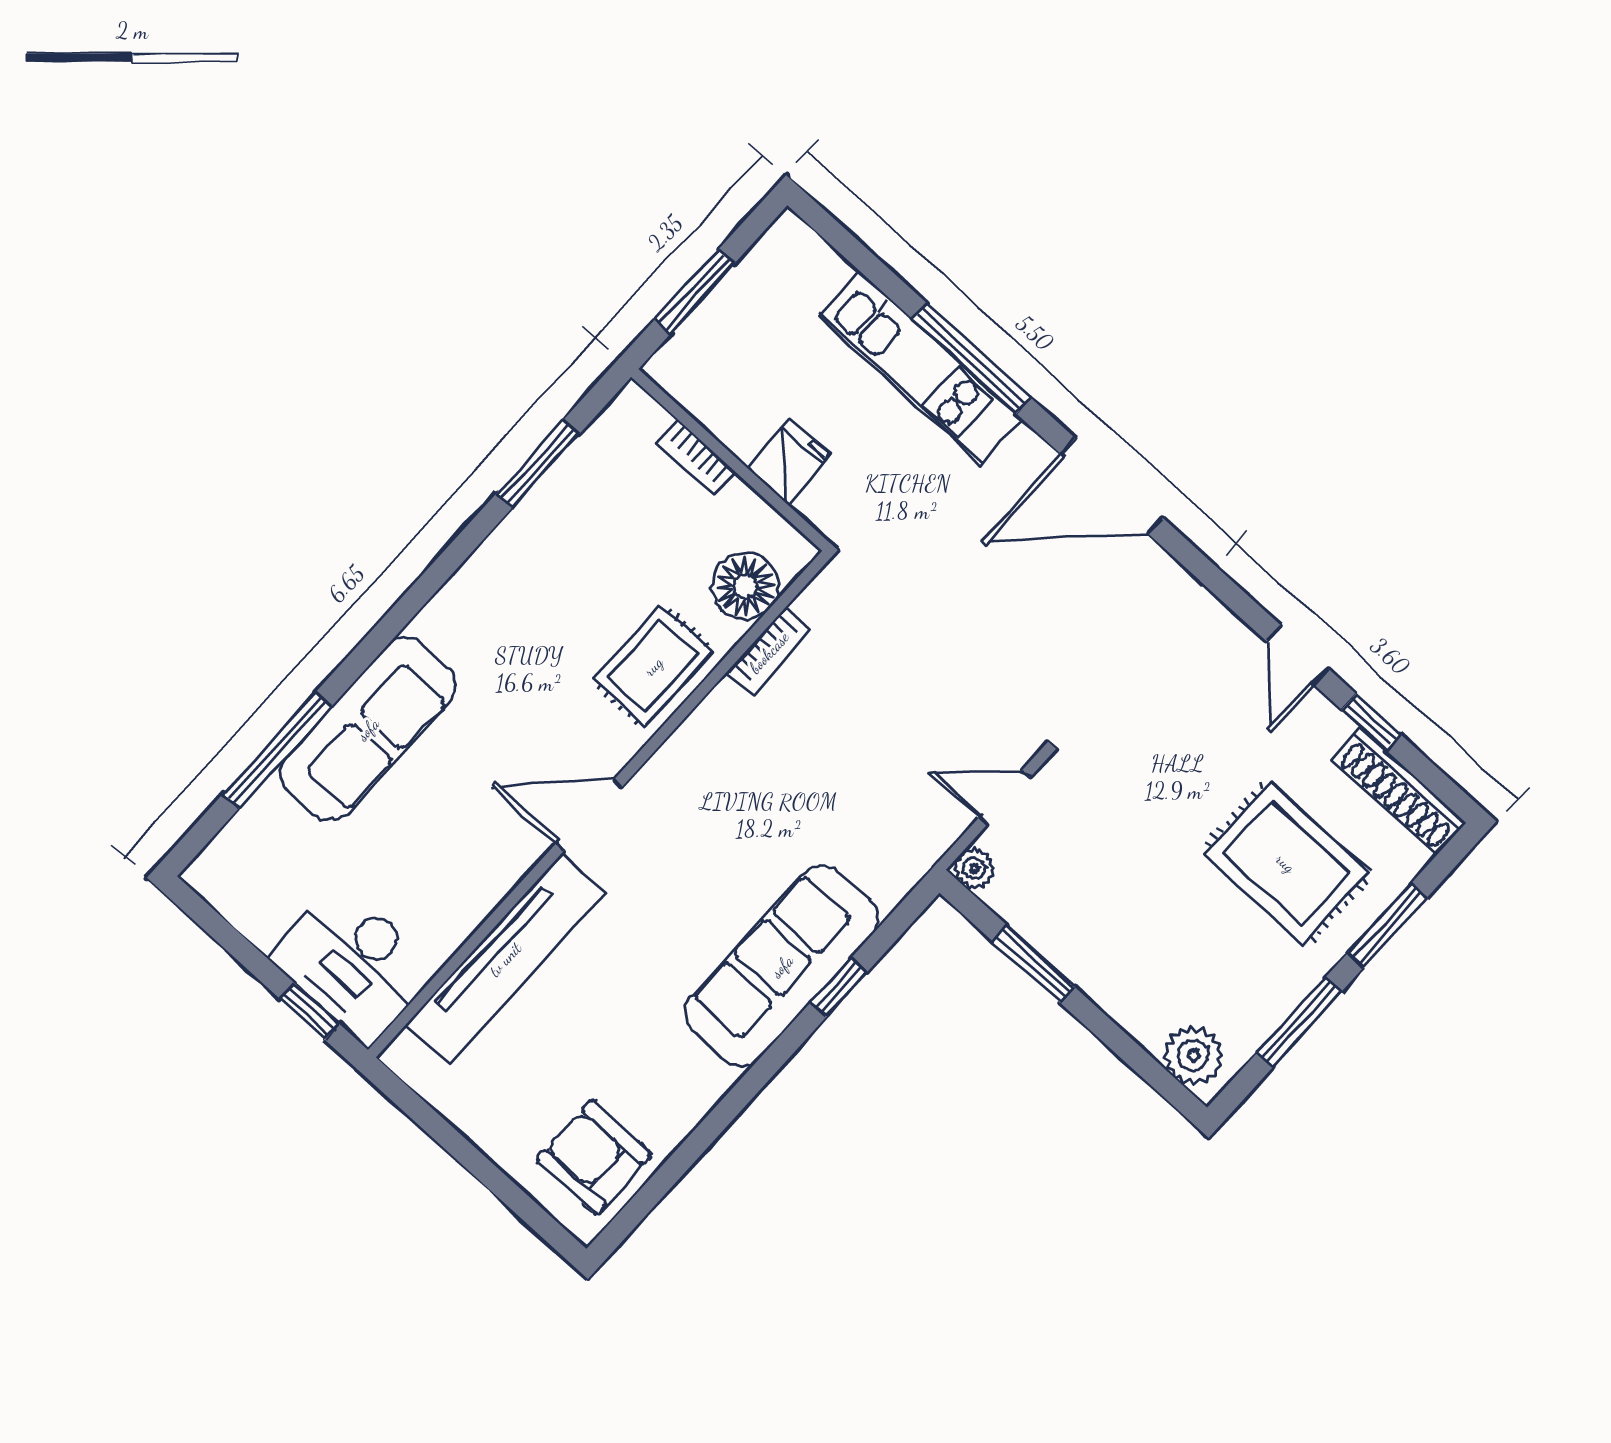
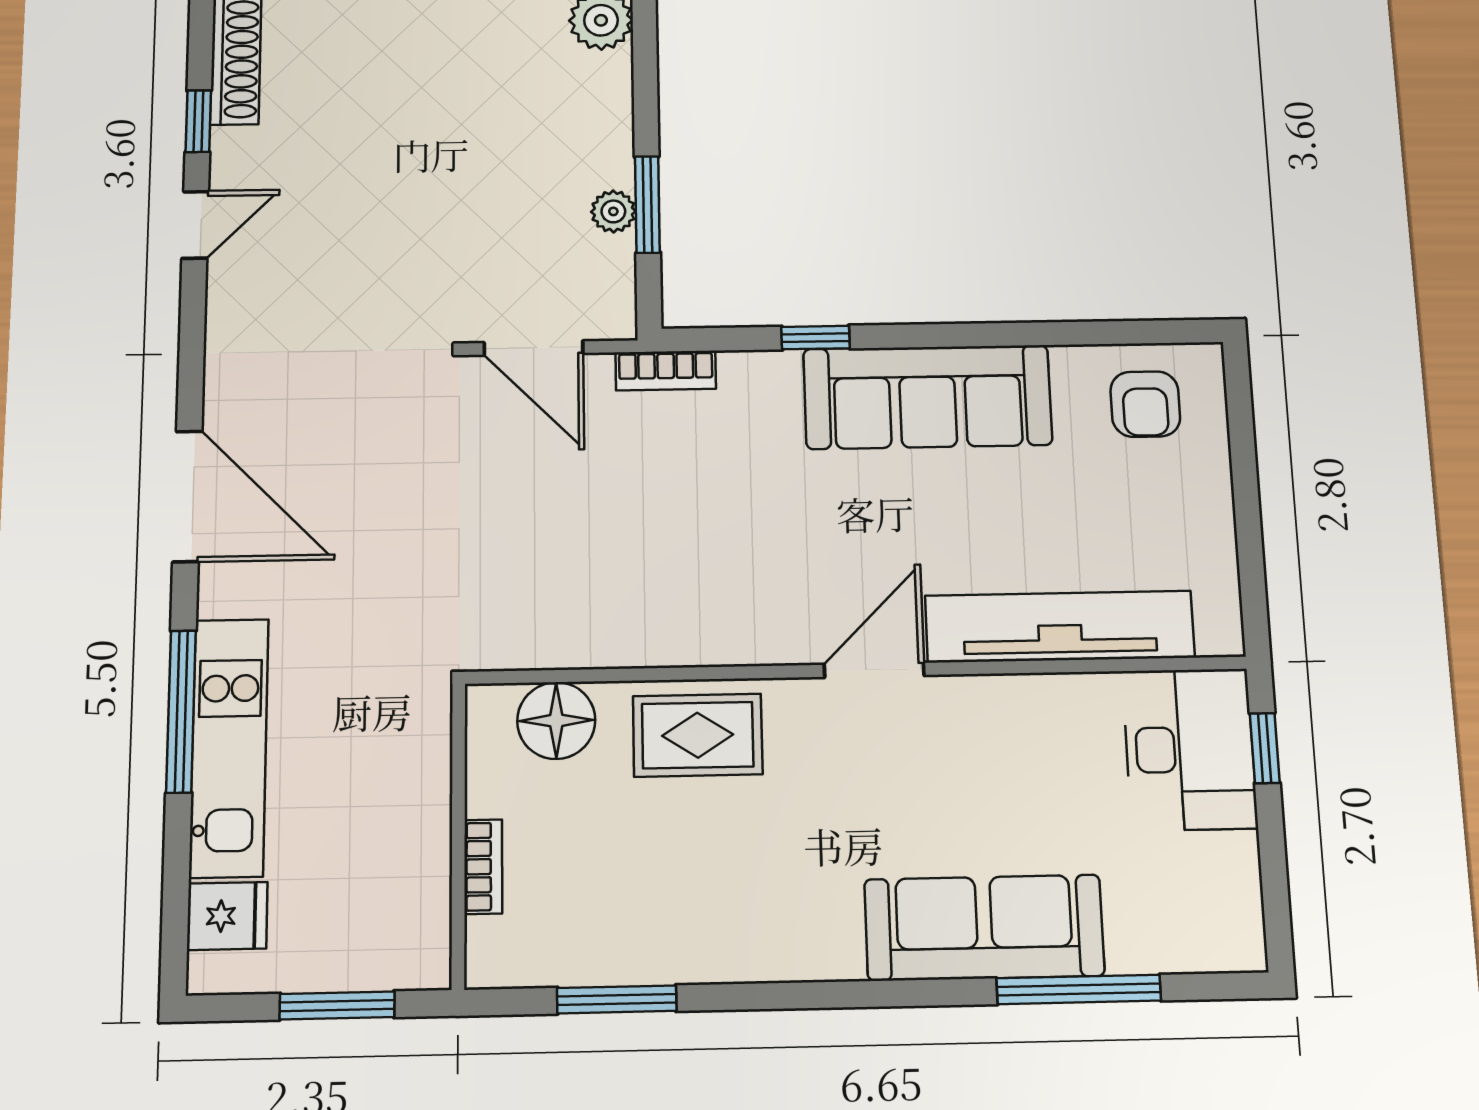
fridge: (789, 461) -> (227, 916), moved, turned 180
bookcase: (769, 652) -> (666, 371), moved, turned 180
door: (1004, 798) -> (533, 348), width x1.38
door: (589, 815) -> (874, 670), swing flipped
rug: (1286, 863) -> (377, 85), removed
plant: (974, 868) -> (613, 211), moved
sofa: (782, 966) -> (927, 397), moved
armchair: (594, 1157) -> (1145, 404), width x0.72, depth x0.72

